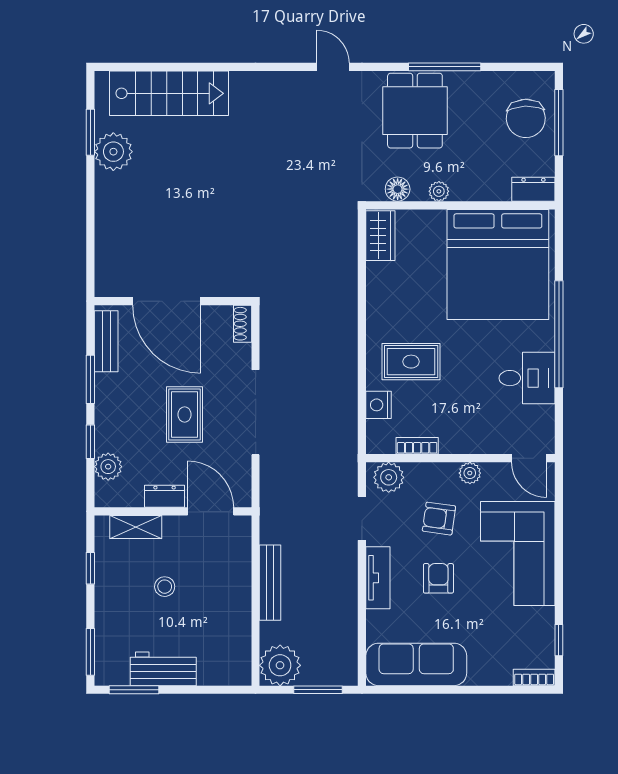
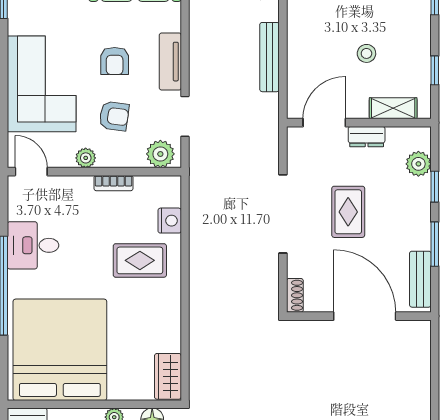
bookcase: (417, 446) -> (113, 183), moved
door: (211, 511) -> (324, 123), swing flipped

